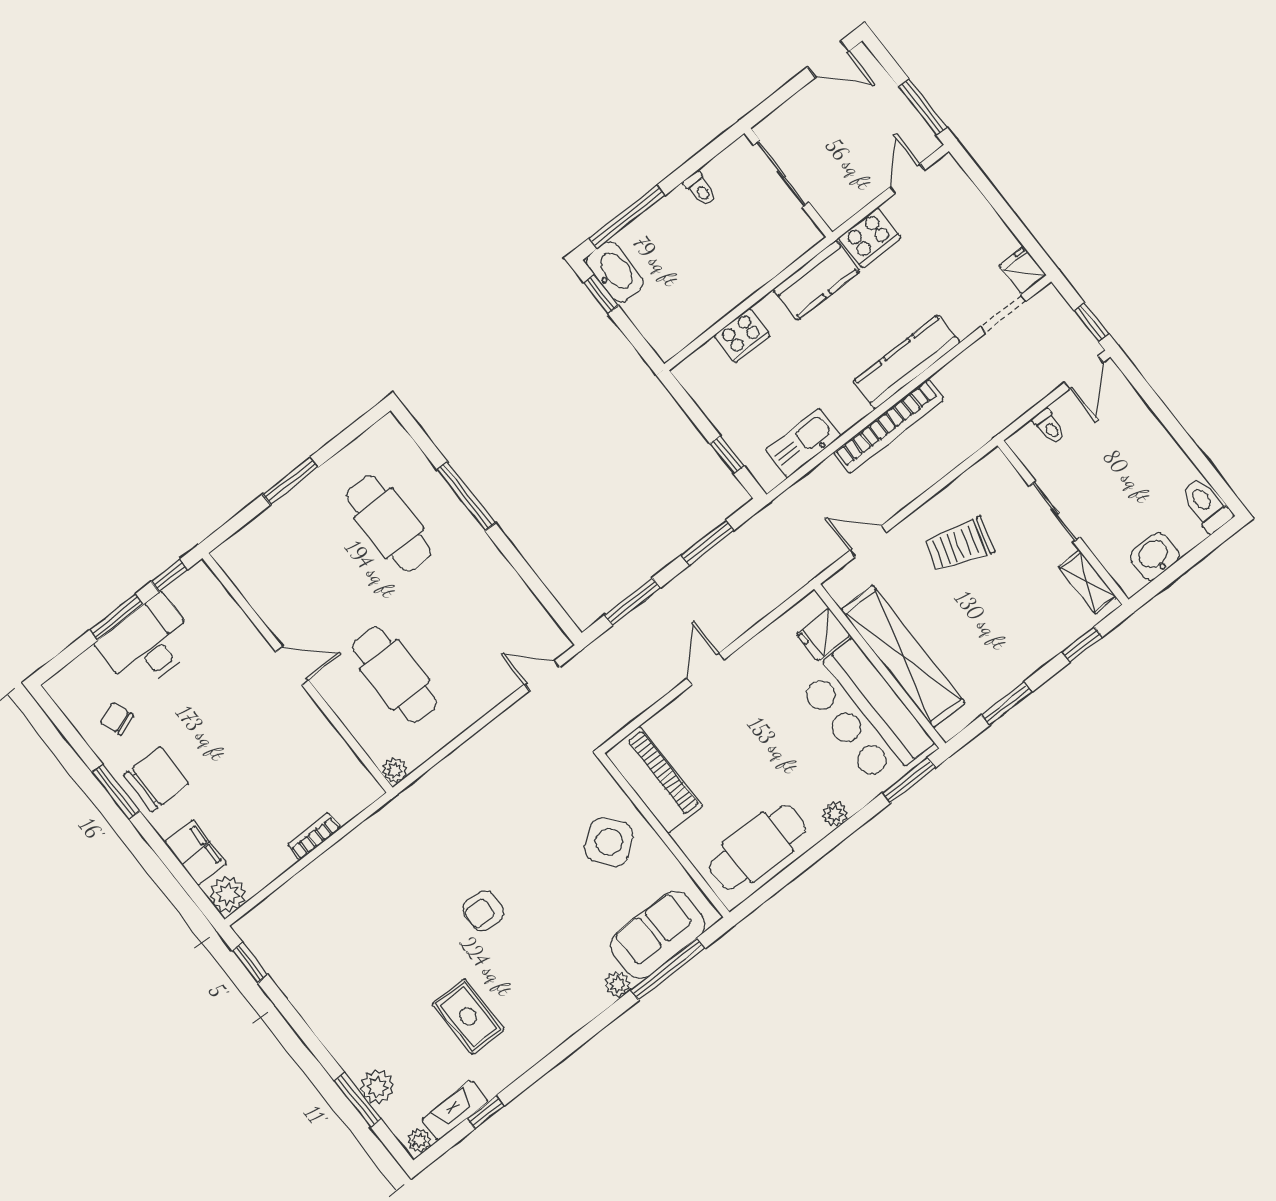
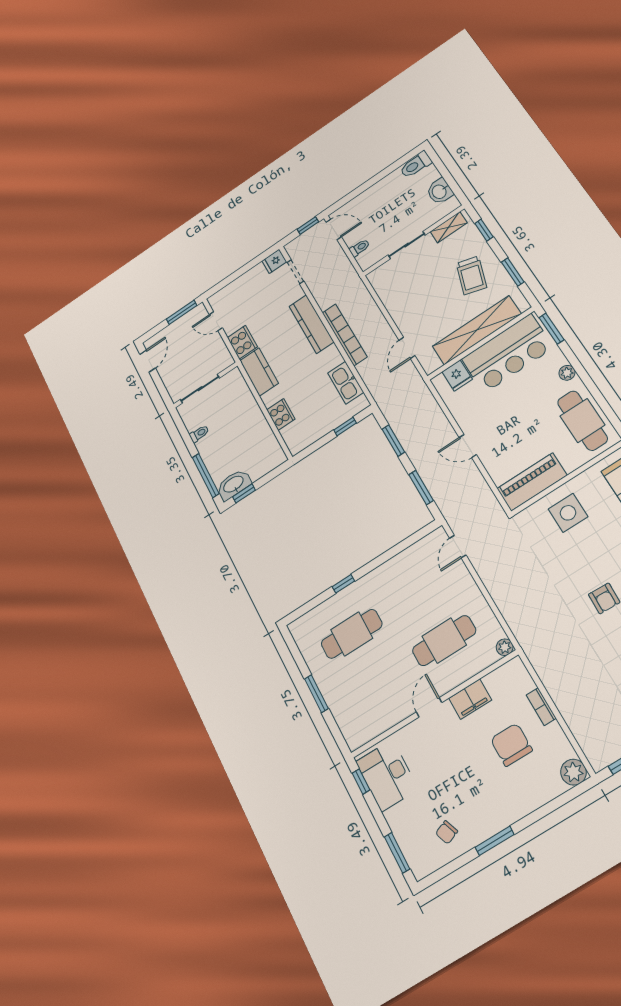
window: (466, 496) -> (343, 584), width x0.46
trolley: (959, 545) -> (471, 275), moved
window: (116, 617) -> (397, 853), moved
desk: (147, 644) -> (387, 775), moved
chair: (156, 779) -> (511, 745), moved
side table: (609, 842) -> (568, 513), turned 36
filing cabinet: (195, 853) -> (470, 699), moved, turned 180

